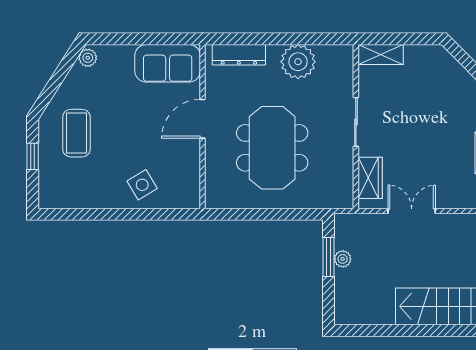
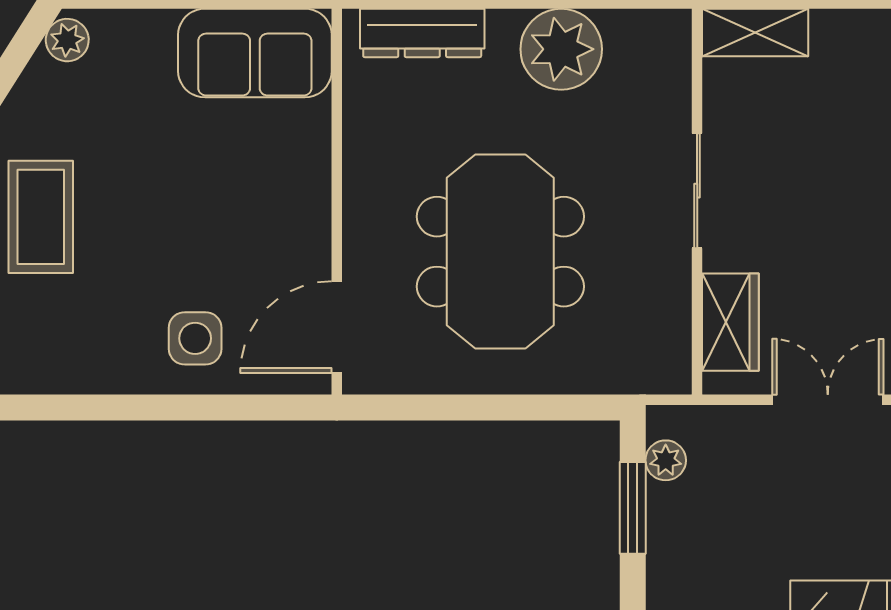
door: (202, 119) -> (337, 327), moved
side table: (142, 185) -> (195, 338), turned 31
plant: (343, 259) -> (666, 460), moved

